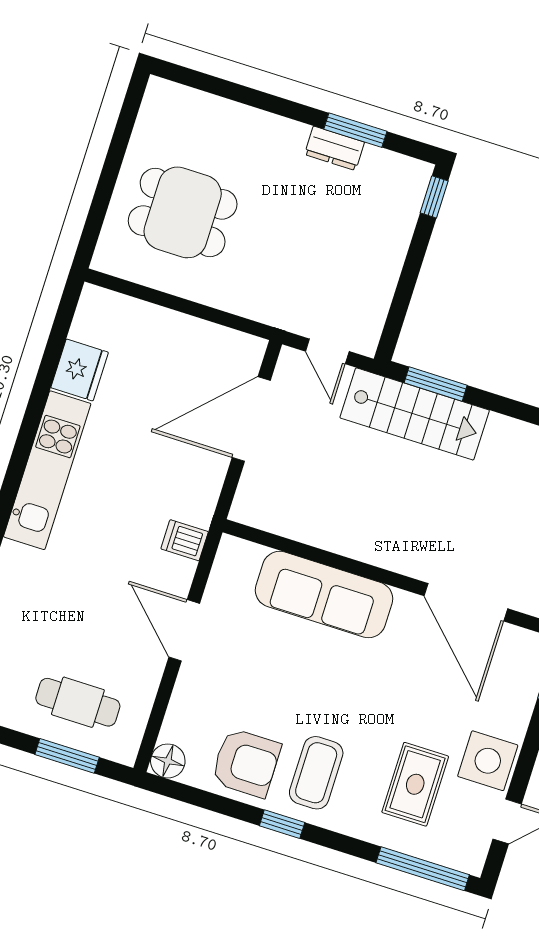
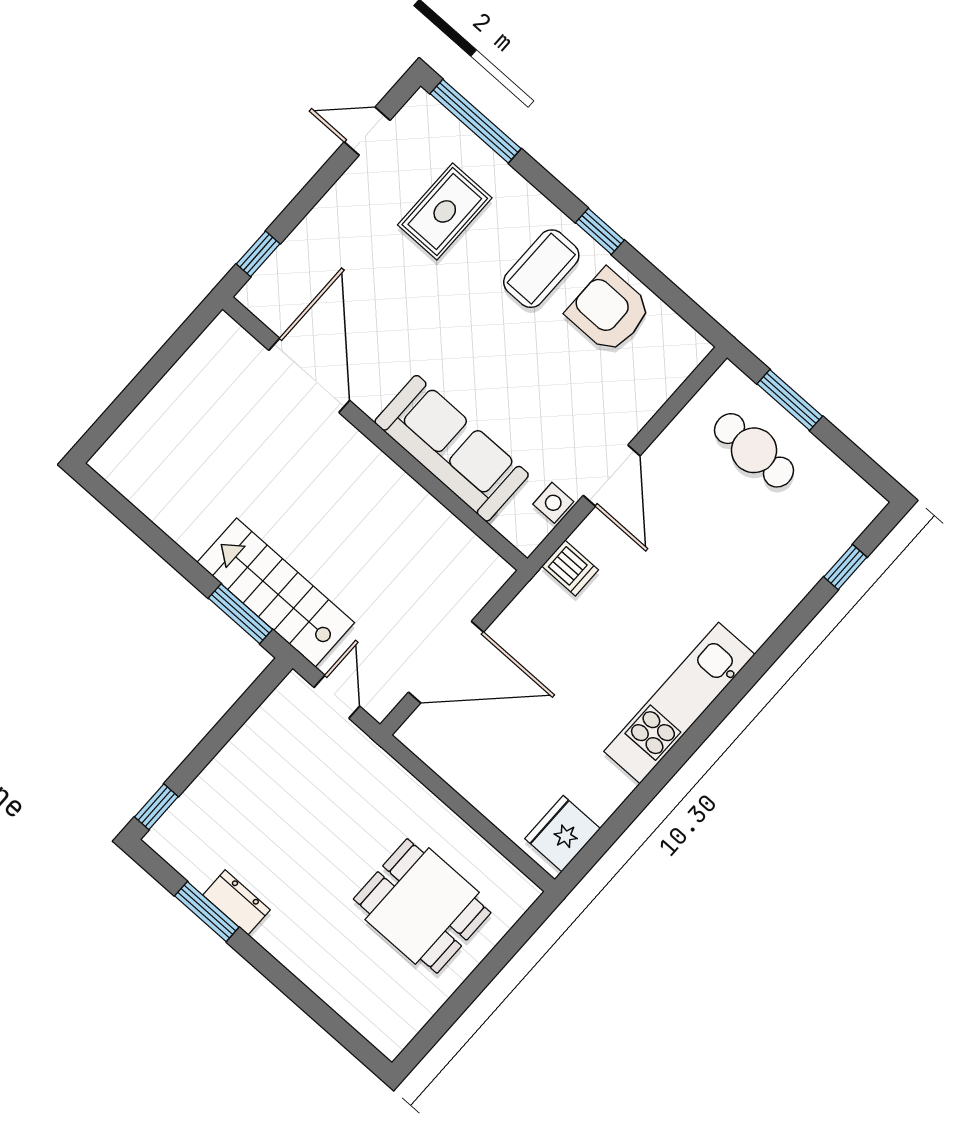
fridge: (80, 370) -> (563, 834), moved
floor lamp: (168, 761) -> (688, 349), removed
side table: (488, 761) -> (553, 503), moved, width x0.54, depth x0.54

